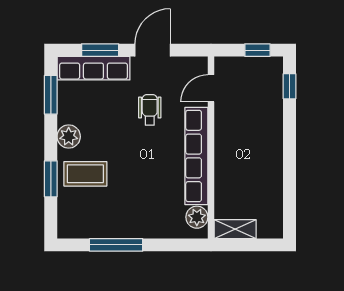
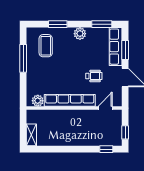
door: (211, 88) -> (105, 108), hinge flipped
coffee table: (85, 174) -> (46, 46), moved
shelving: (235, 229) -> (31, 135), moved

